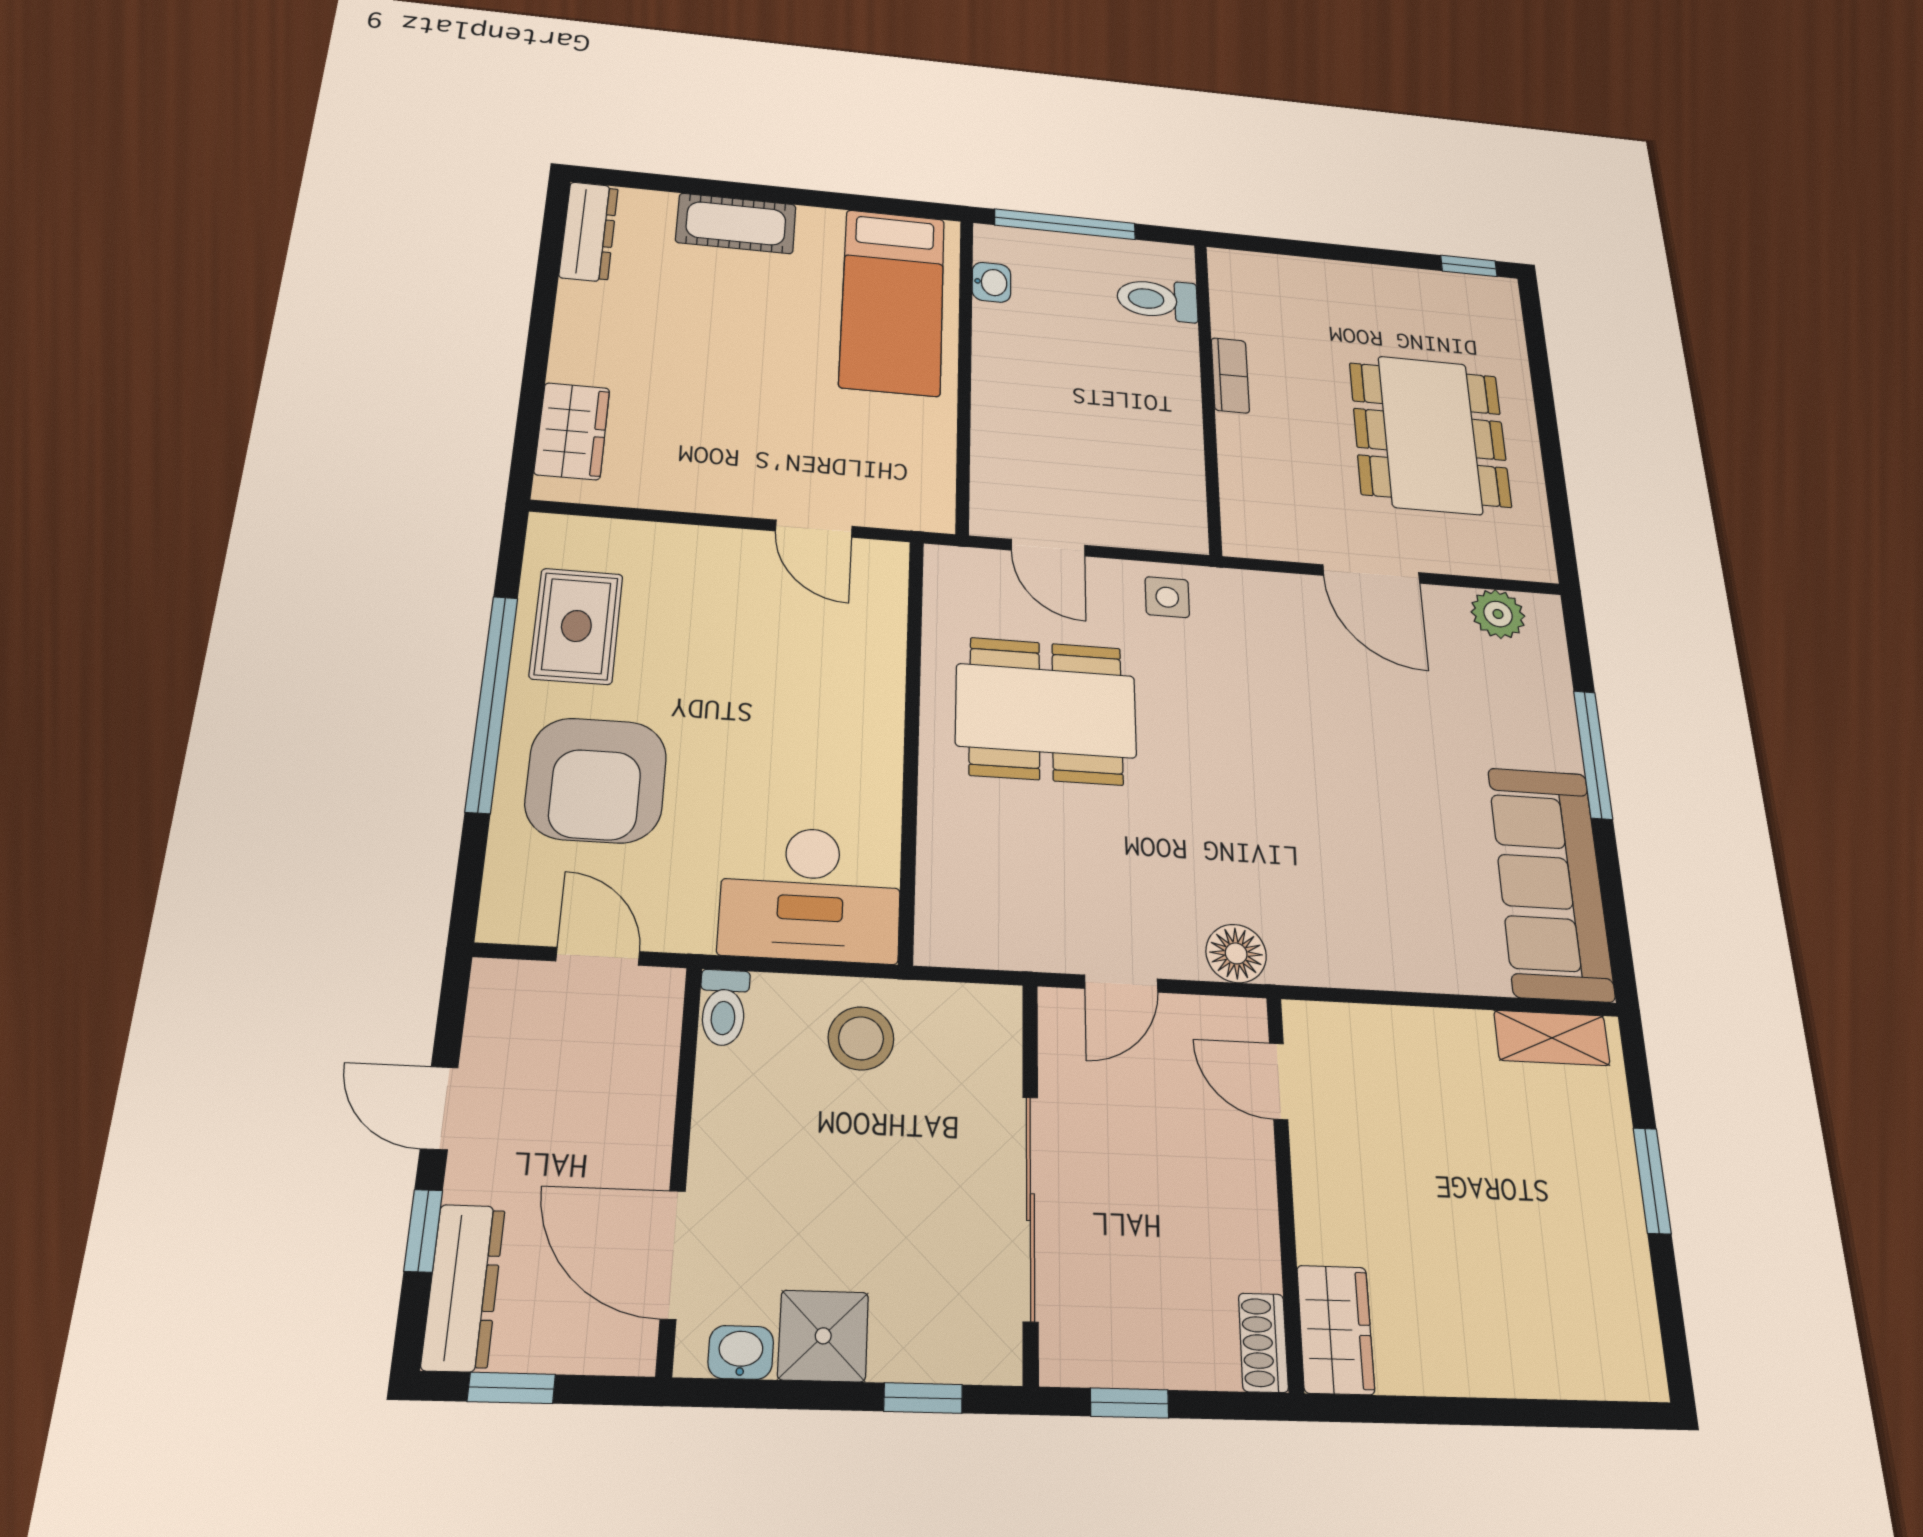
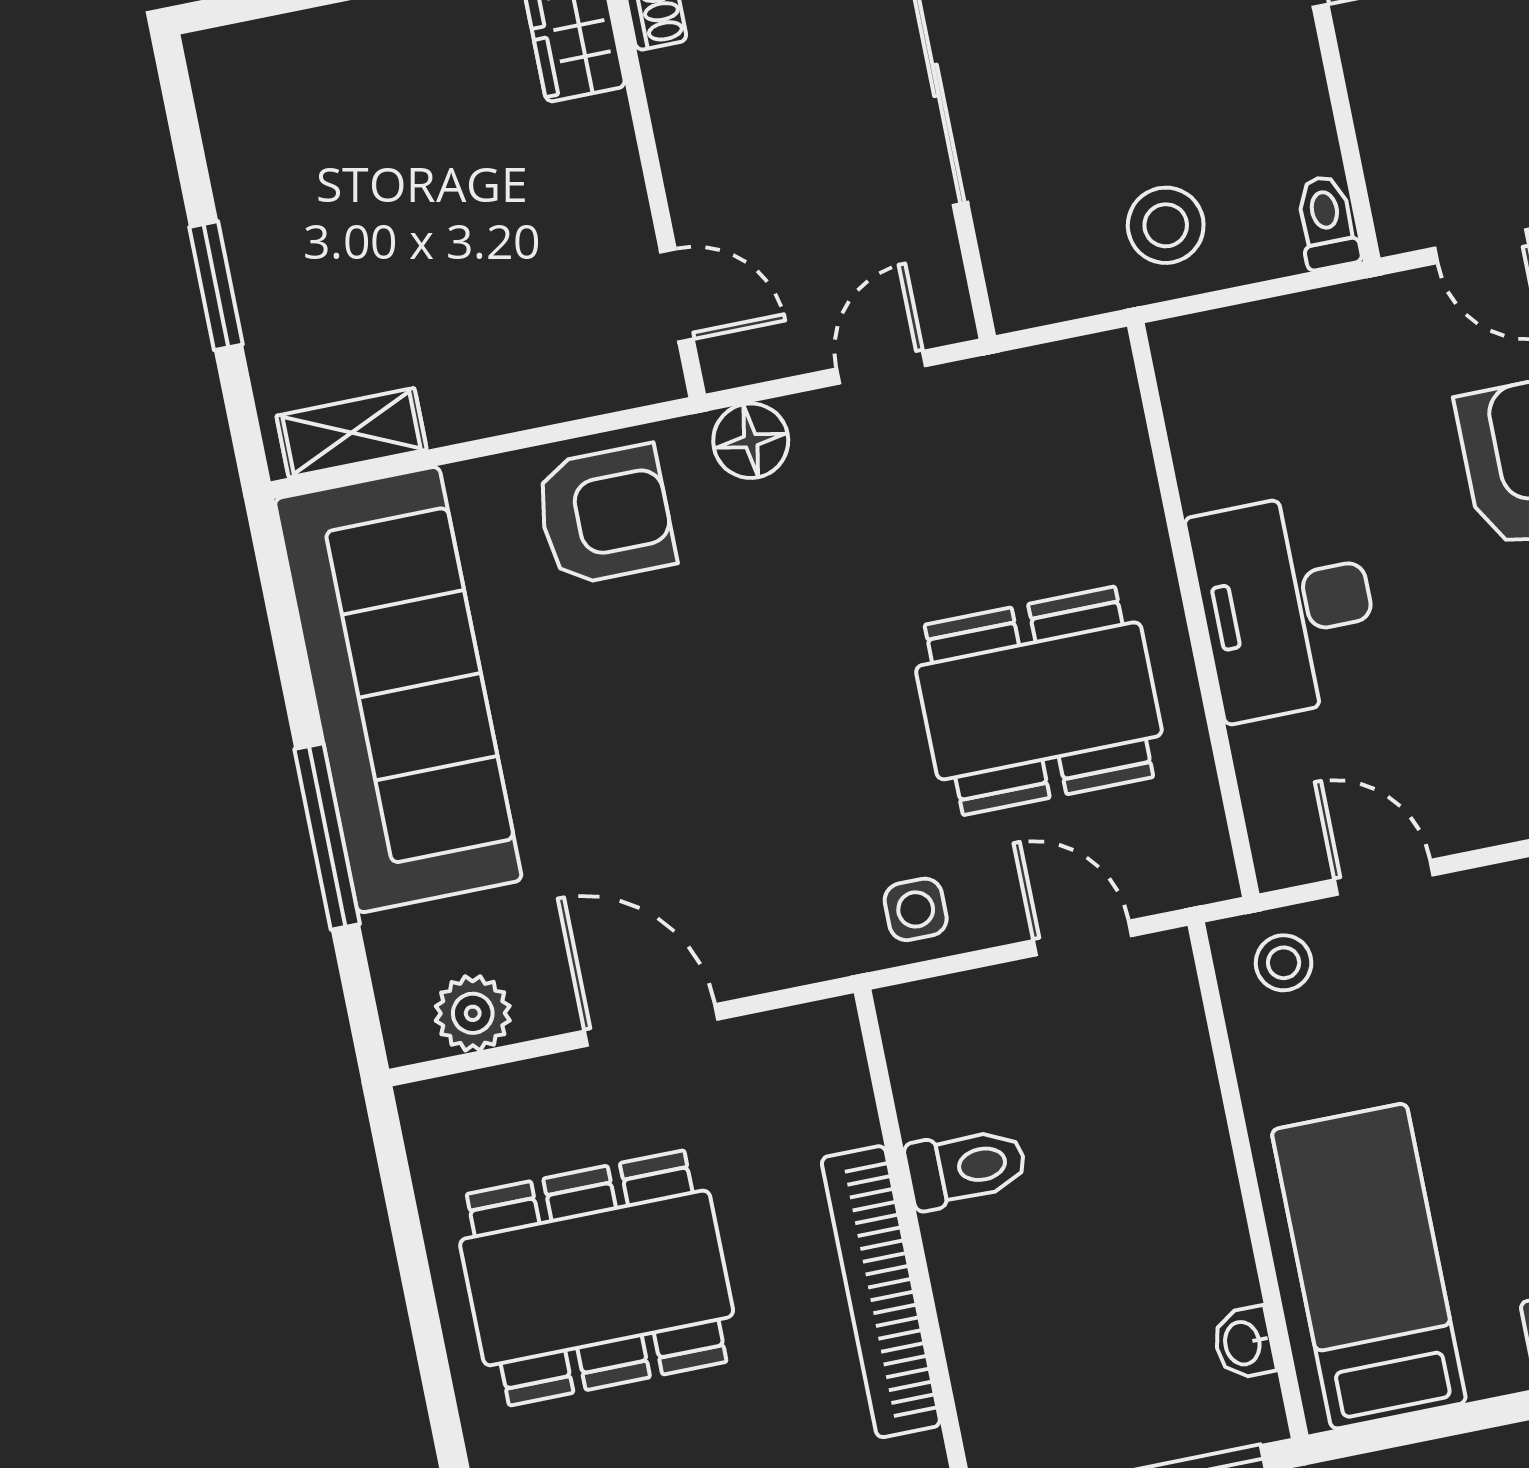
toilet: (1157, 300) -> (966, 1167), moved
bookcase: (1230, 375) -> (881, 1292), width x2.31, depth x1.31
dining table: (1430, 434) -> (597, 1278), turned 90
stool: (904, 494) -> (1284, 963), added
sofa: (1550, 883) -> (398, 690), width x1.36, depth x1.27
desk: (811, 894) -> (1286, 606), moved, turned -90
armchair: (1359, 927) -> (605, 515), added

